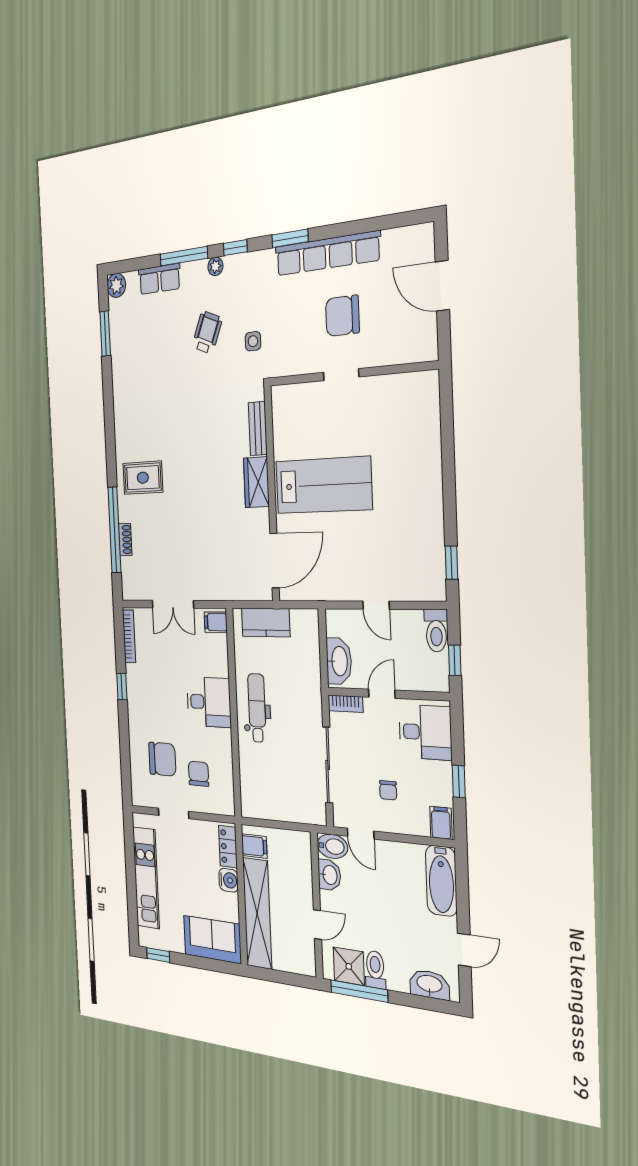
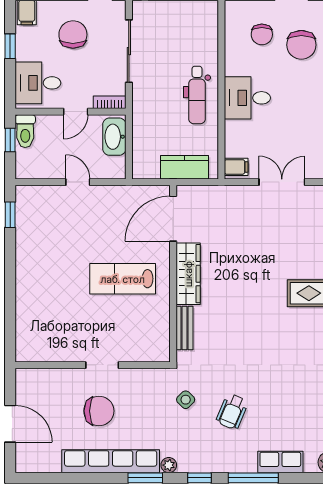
plant: (215, 266) -> (169, 465), moved
side table: (253, 341) -> (186, 400), turned 45
wardrobe: (256, 482) -> (188, 274), width x1.50
lab bench: (323, 485) -> (123, 279), width x0.73, depth x0.72
toilet: (436, 631) -> (25, 131), moved, turned 180
chair: (162, 759) -> (301, 45), turned -90
chair: (388, 790) -> (73, 35), width x1.87, depth x1.87

